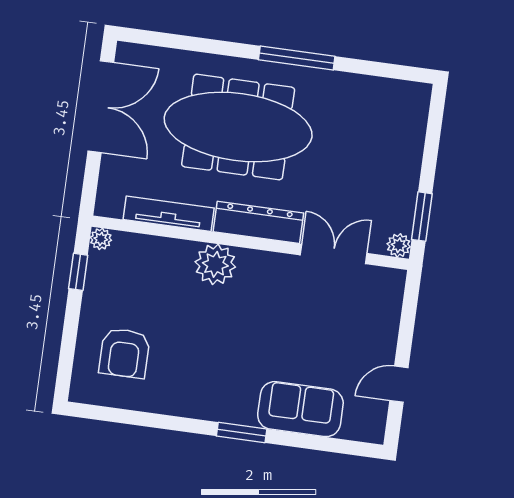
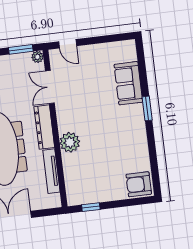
plant: (101, 239) -> (72, 200), removed
armchair: (124, 353) -> (139, 184), moved, turned 180
door: (399, 384) -> (68, 44), moved

